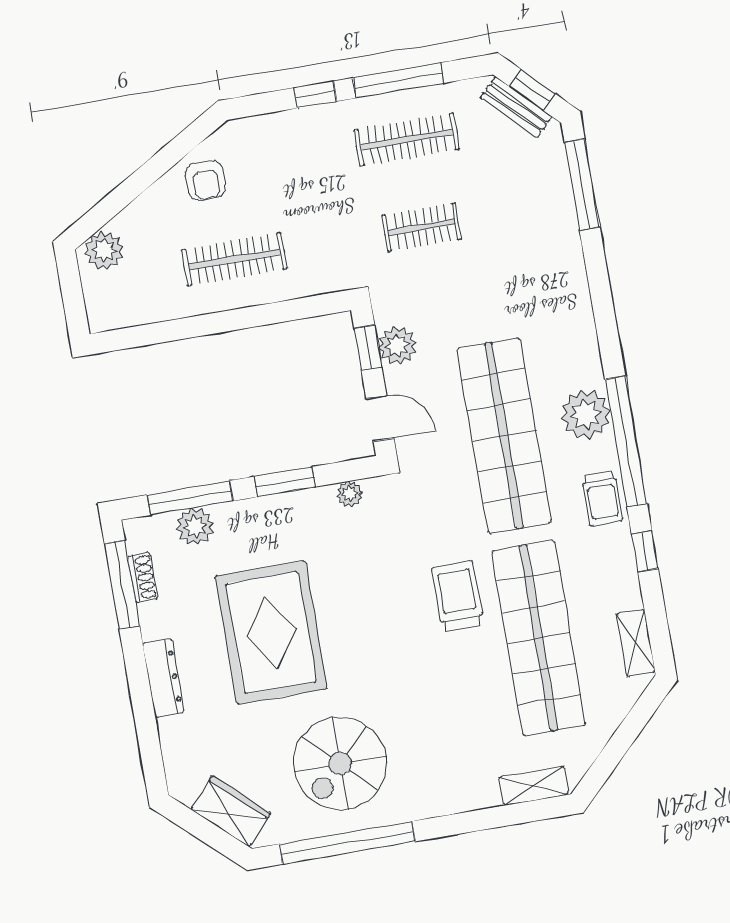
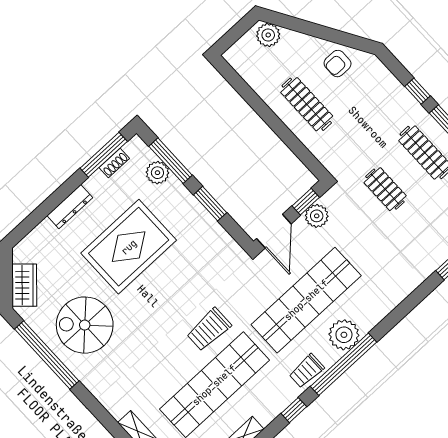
door: (380, 418) -> (274, 231), width x1.38
plant: (350, 494) -> (225, 241), removed
trolley: (457, 596) -> (209, 329), turned 180

